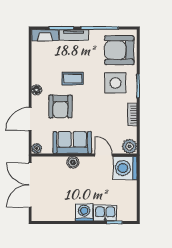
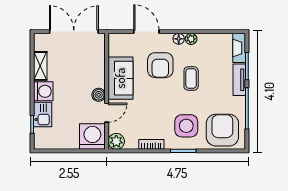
armchair: (60, 106) -> (160, 65), turned -90
plant: (37, 149) -> (191, 39), moved
boiler: (73, 162) -> (99, 95), moved
shelving: (61, 215) -> (40, 66), added

